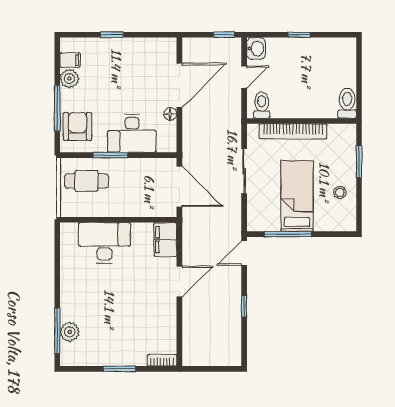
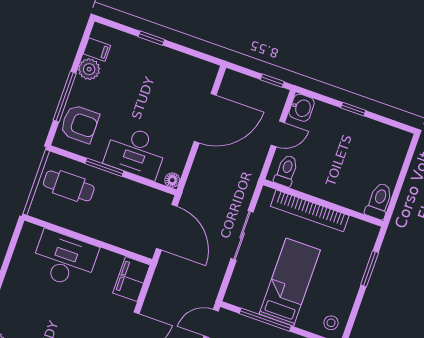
floor lamp: (170, 114) -> (172, 180), moved
armchair: (77, 126) -> (80, 124), turned 90
stool: (340, 192) -> (331, 323), moved

